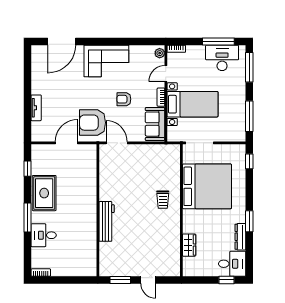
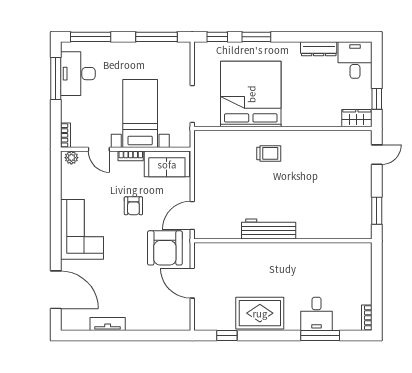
tv unit: (36, 108) -> (108, 324), moved
window: (28, 218) -> (320, 336), moved
workbench: (107, 221) -> (269, 229), moved
window: (249, 221) -> (256, 37), moved
wardrobe: (189, 245) -> (357, 118), moved
door: (148, 280) -> (377, 155), moved
window: (227, 280) -> (377, 99), moved

